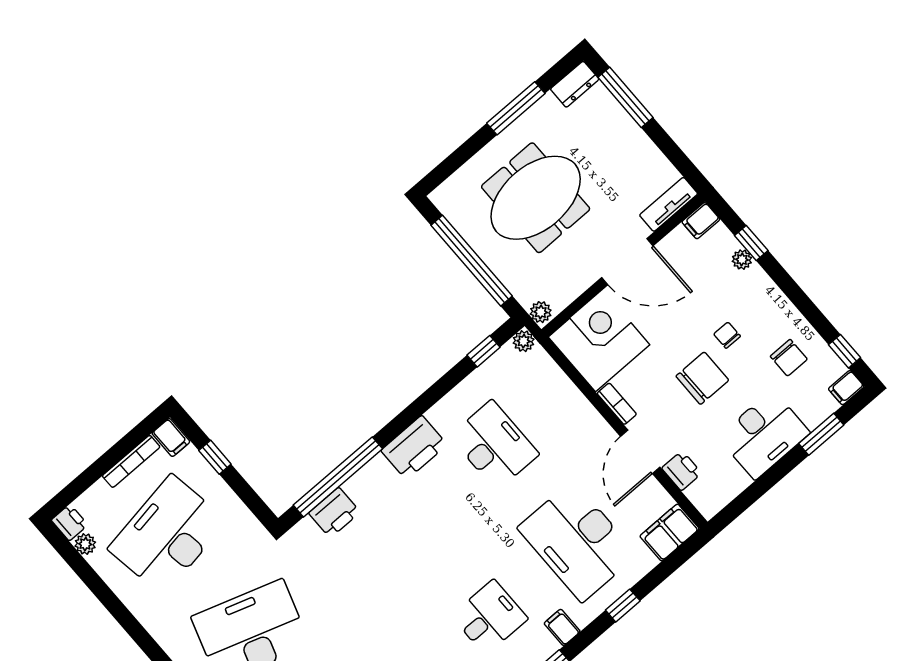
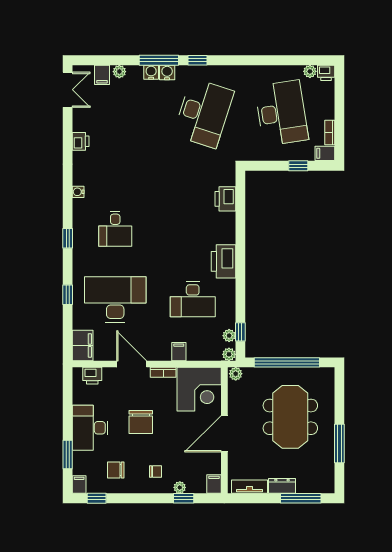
dresser: (575, 84) -> (282, 486), moved, turned 90
tv unit: (669, 204) -> (249, 487), moved, turned -90
chair: (727, 335) -> (156, 471), moved
plant: (500, 361) -> (229, 336), added
bookcase: (131, 461) -> (330, 132), width x0.64
printer: (682, 471) -> (92, 376), moved
window: (338, 477) -> (240, 215), removed
filing cabinet: (562, 627) -> (179, 352), moved, turned -90

